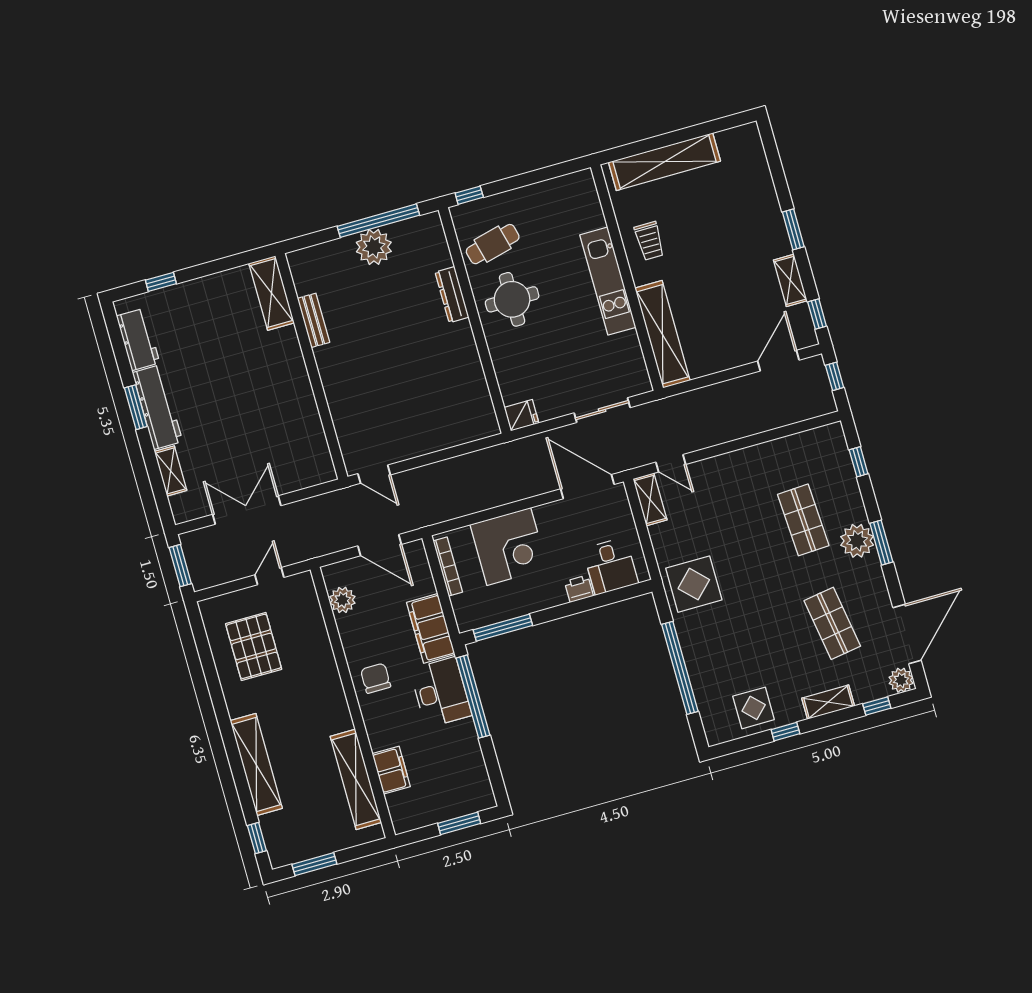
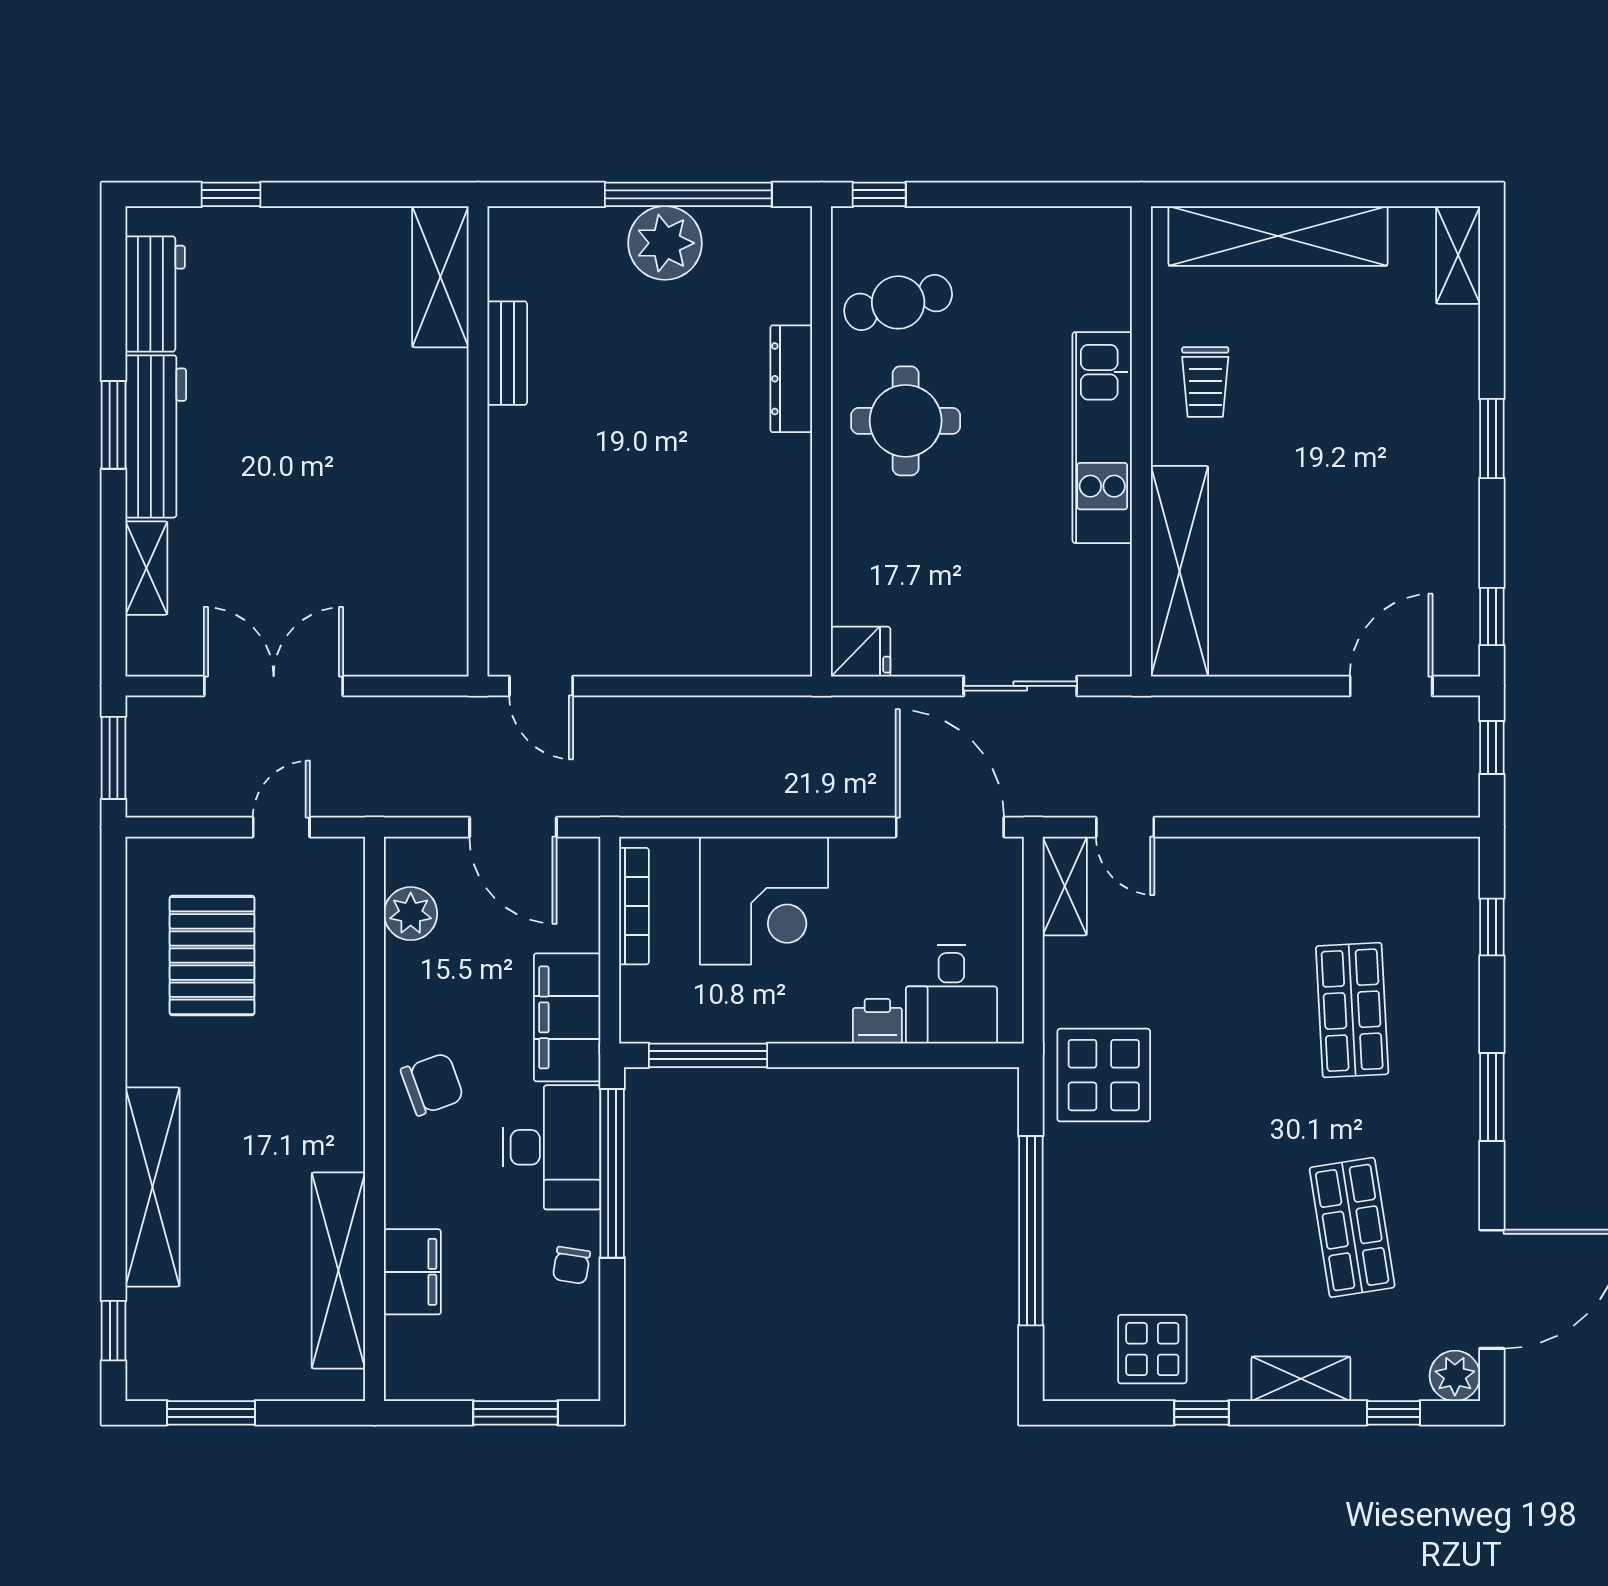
shelving: (790, 280) -> (1458, 255), moved
plant: (857, 541) -> (1446, 1080), removed
chair: (376, 678) -> (432, 1084), turned 70
chair: (466, 746) -> (571, 1265), added

